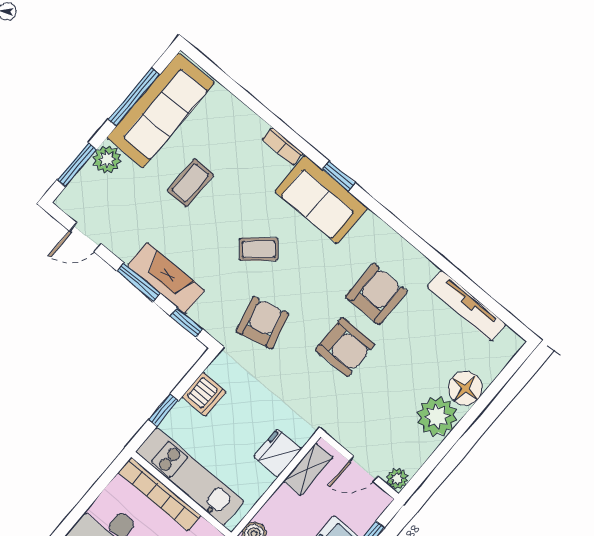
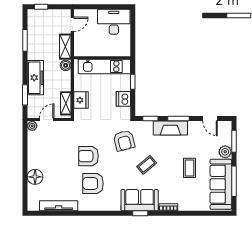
door: (85, 237) -> (210, 119), swing flipped
armchair: (376, 294) -> (93, 184), turned 90
plant: (437, 416) -> (37, 159), removed
bookcase: (160, 494) -> (110, 52), removed

